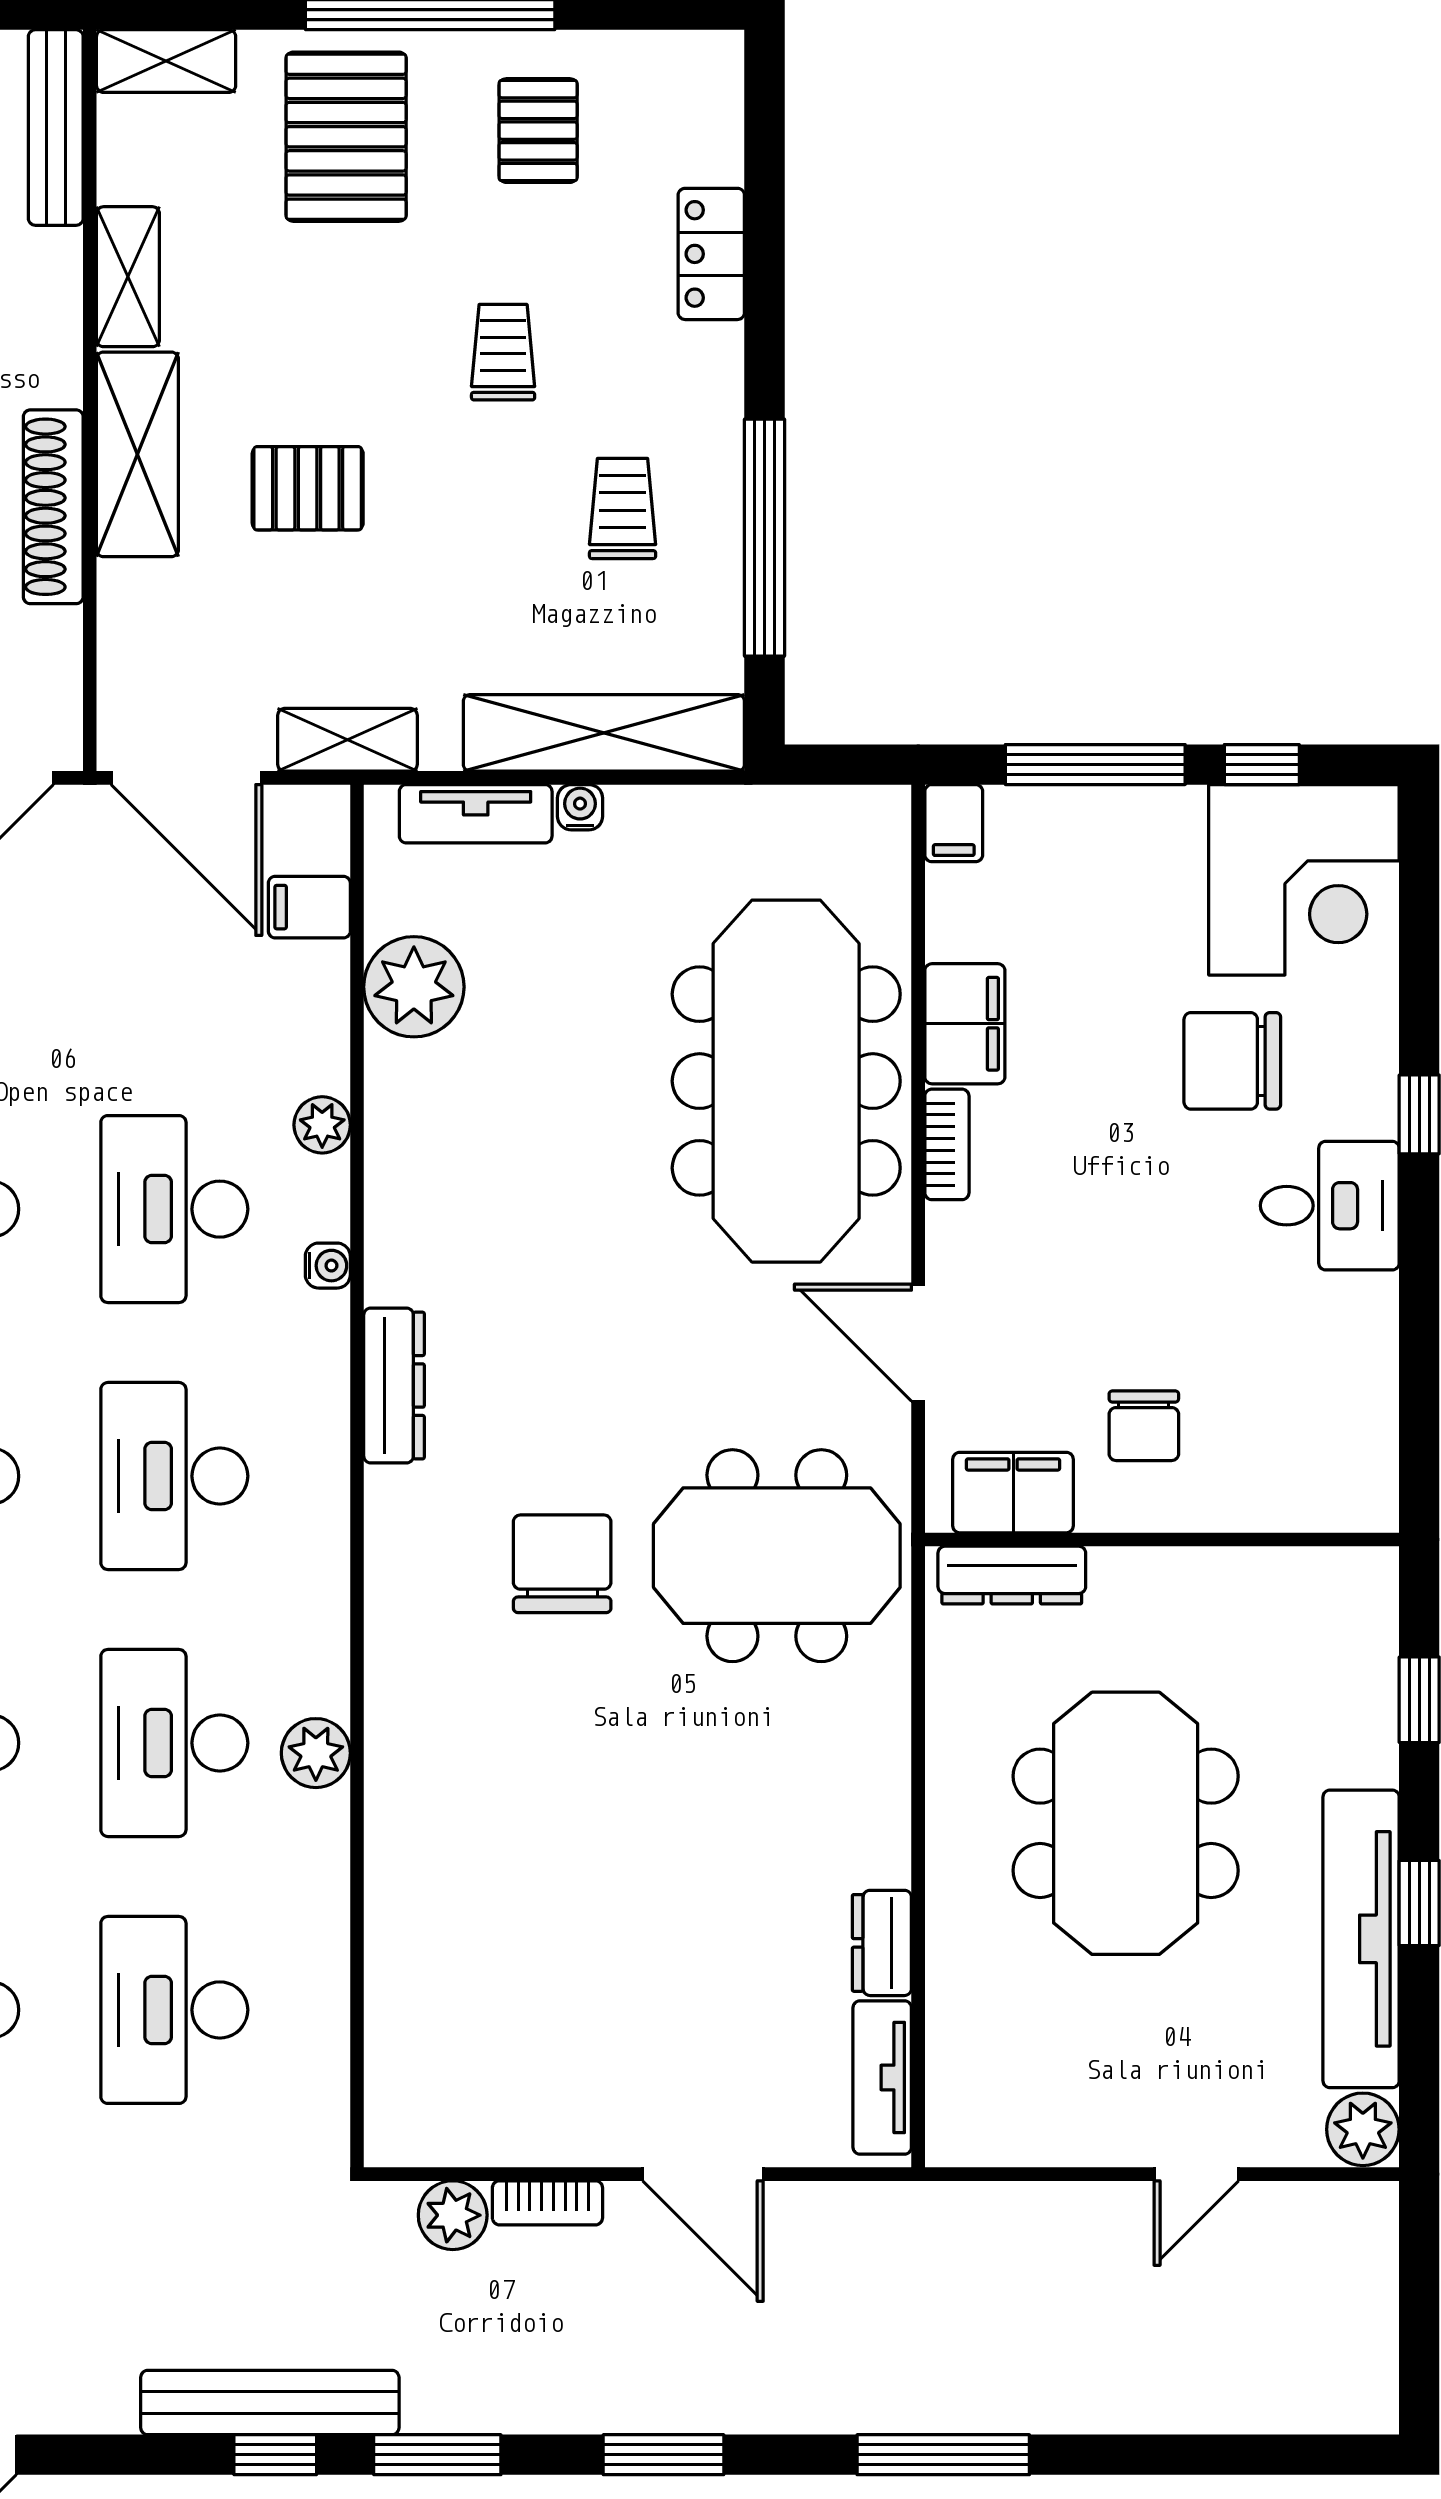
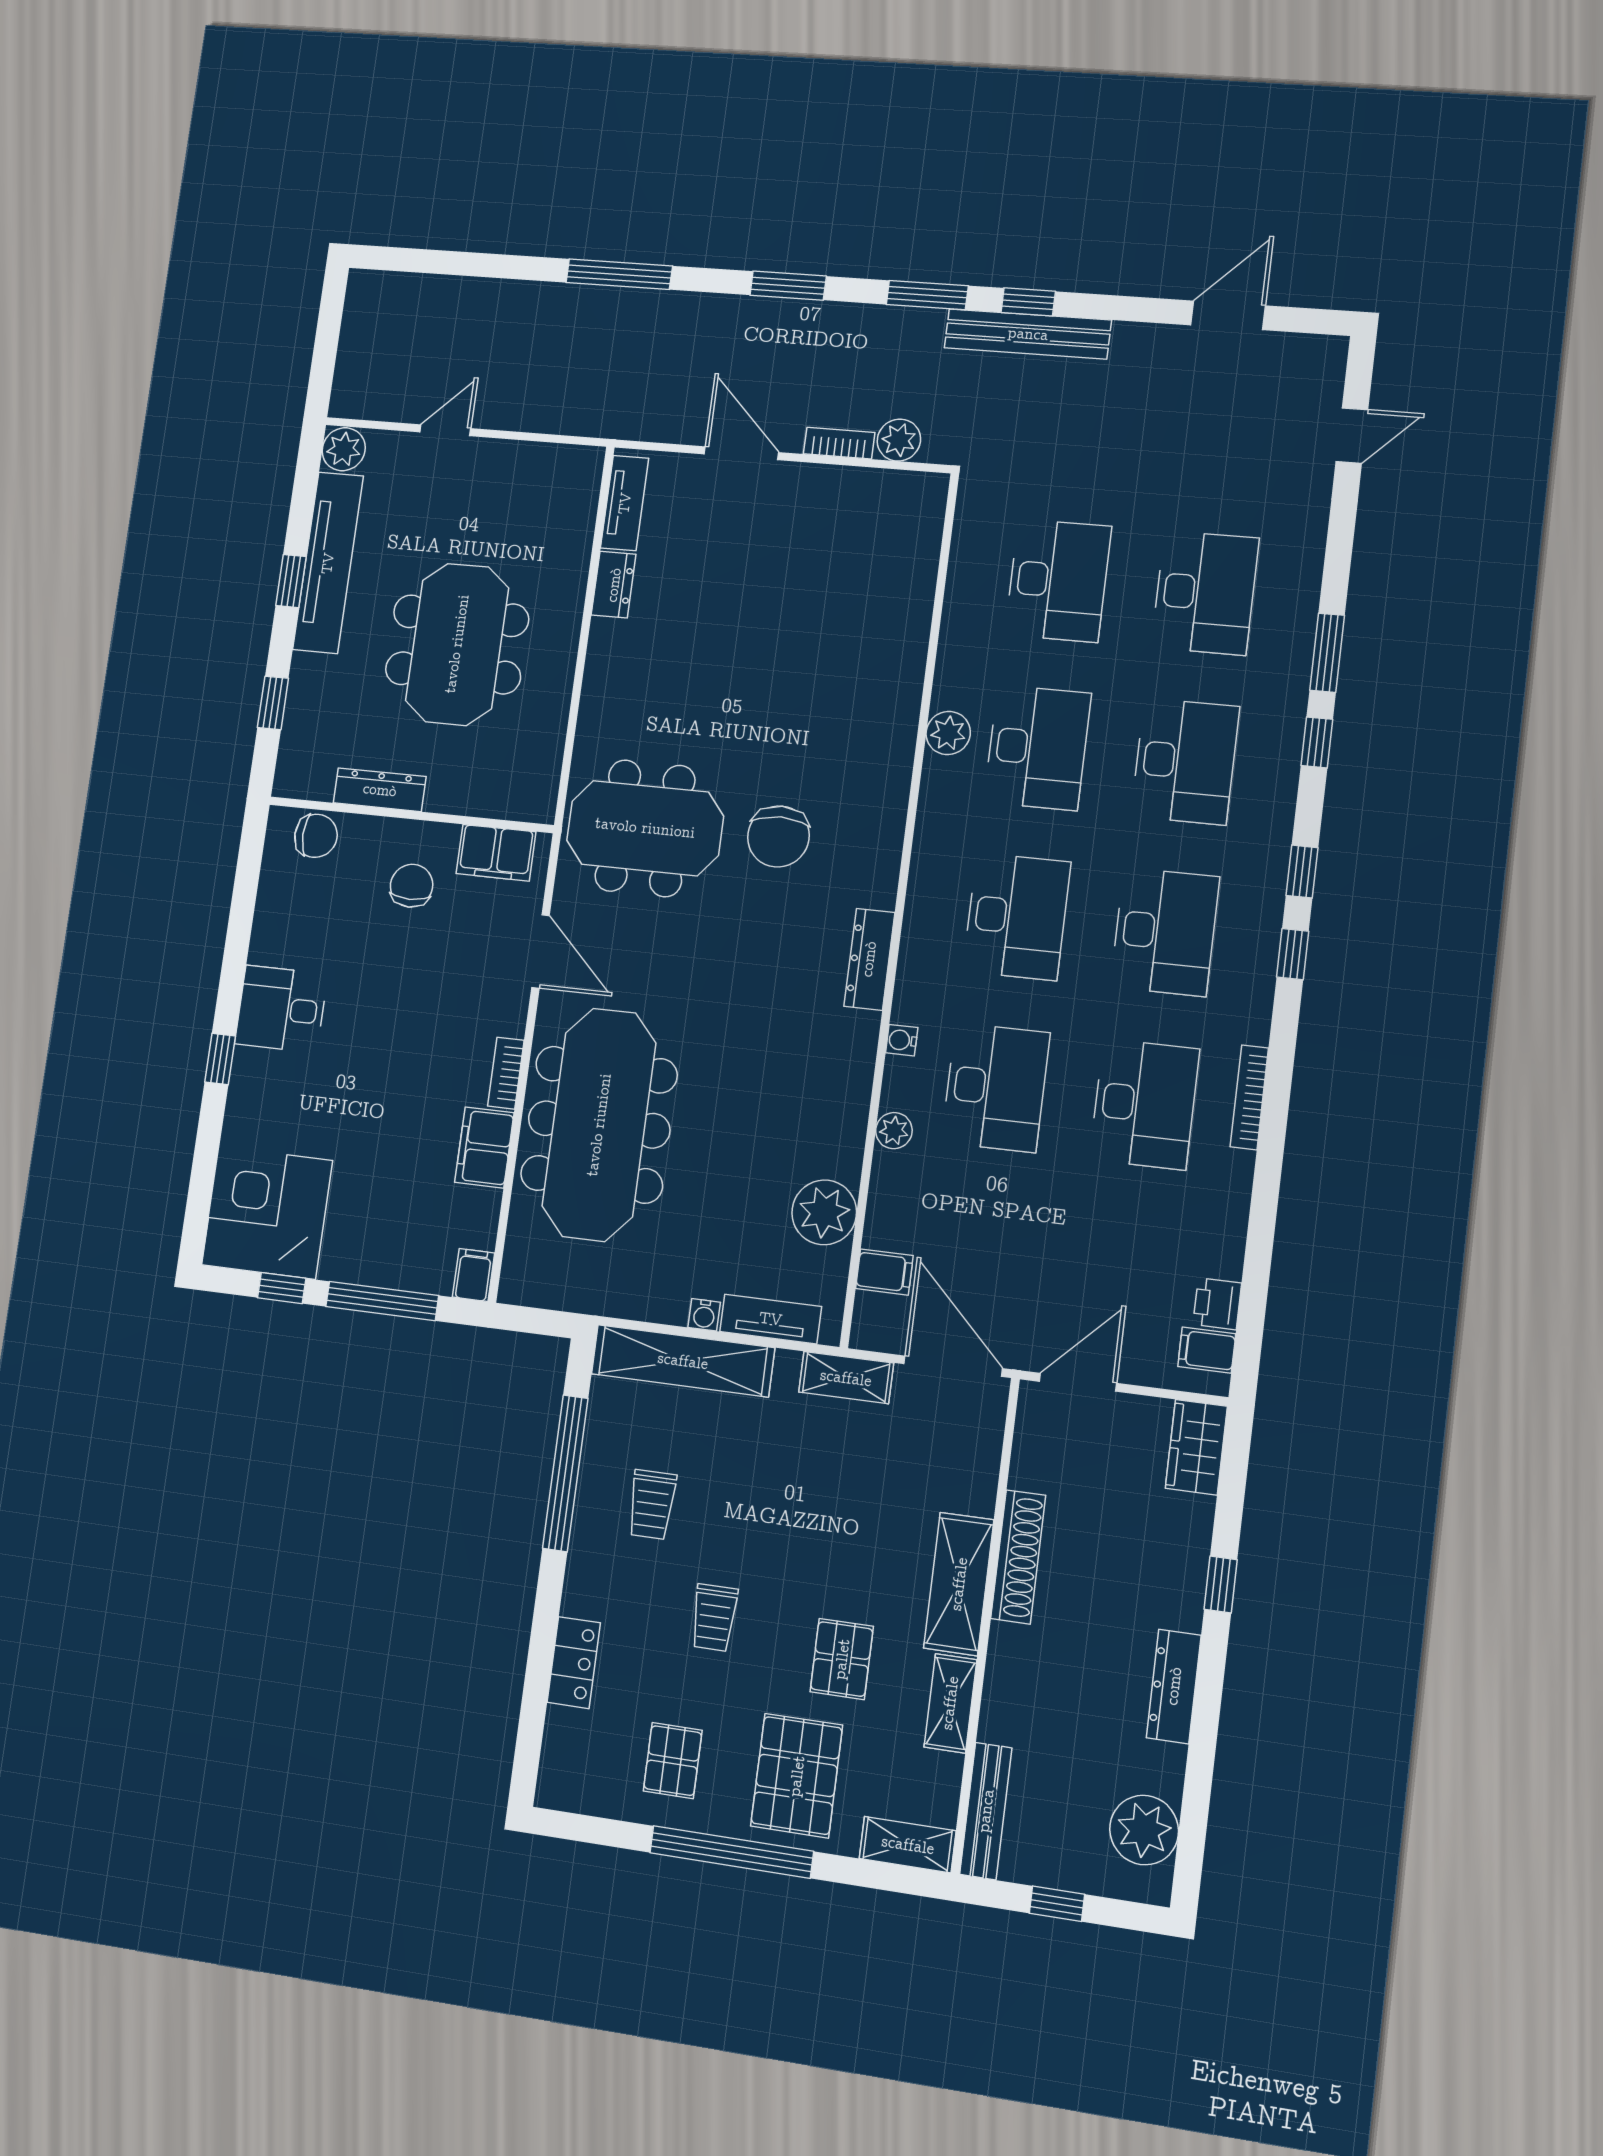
pallet: (308, 488) -> (842, 1659), moved, turned 90
chair: (1232, 1061) -> (316, 836), moved, width x0.73, depth x0.73
dresser: (1012, 1575) -> (380, 790), moved

